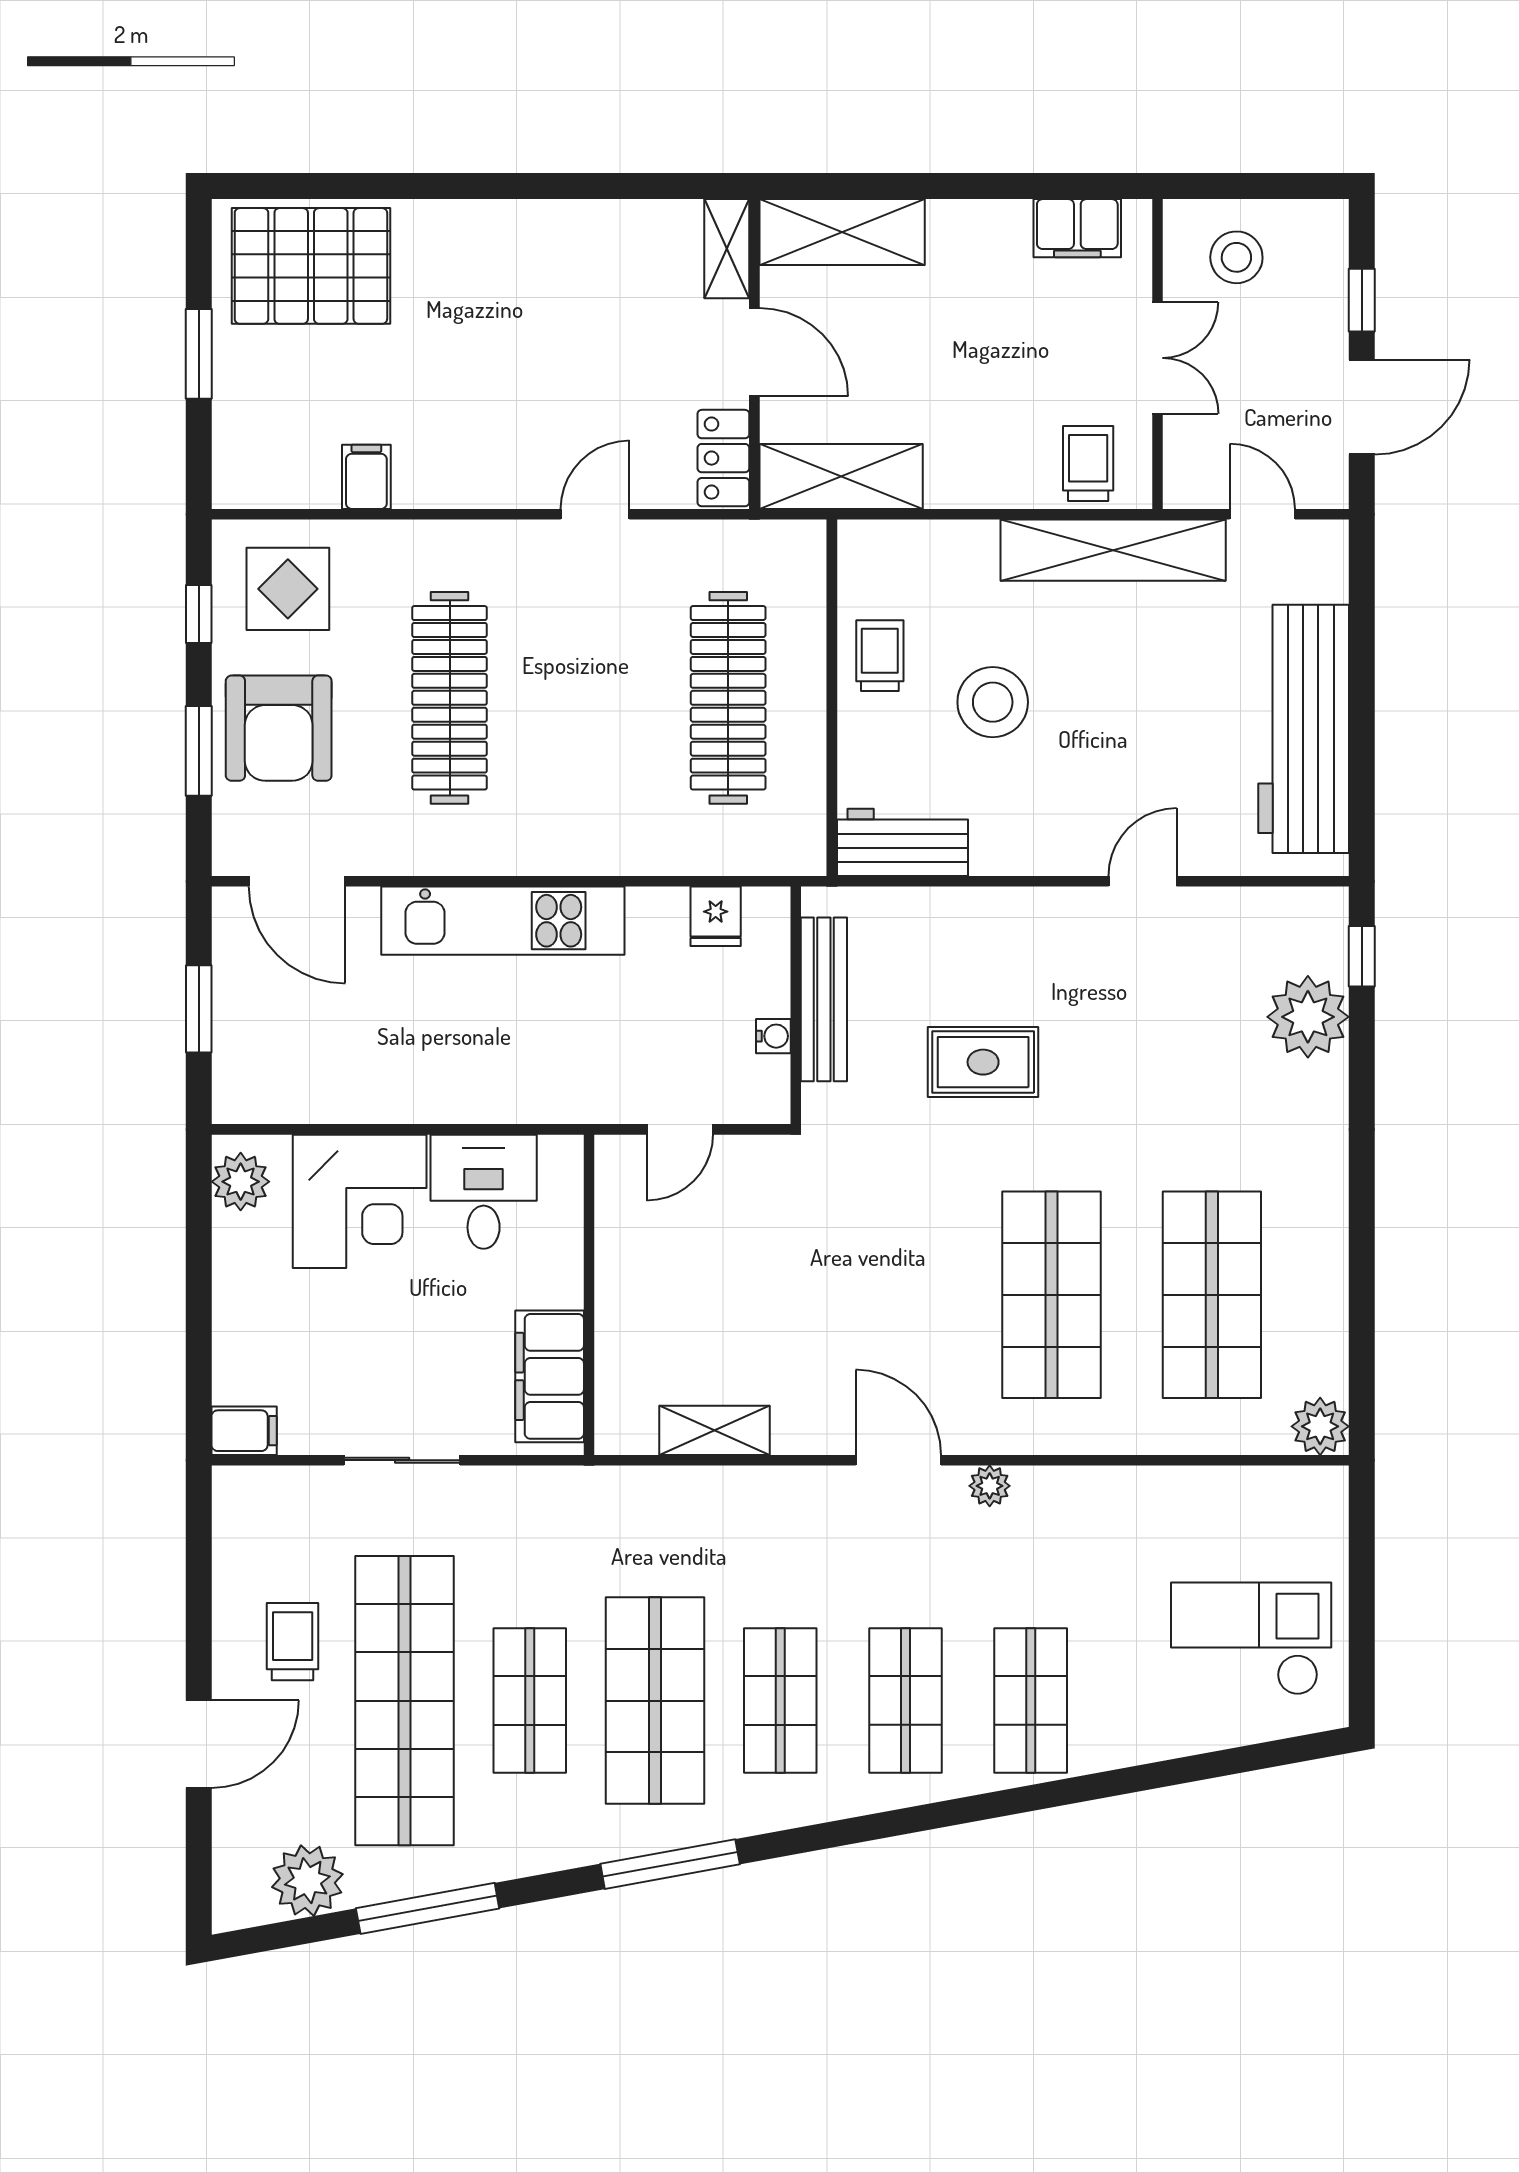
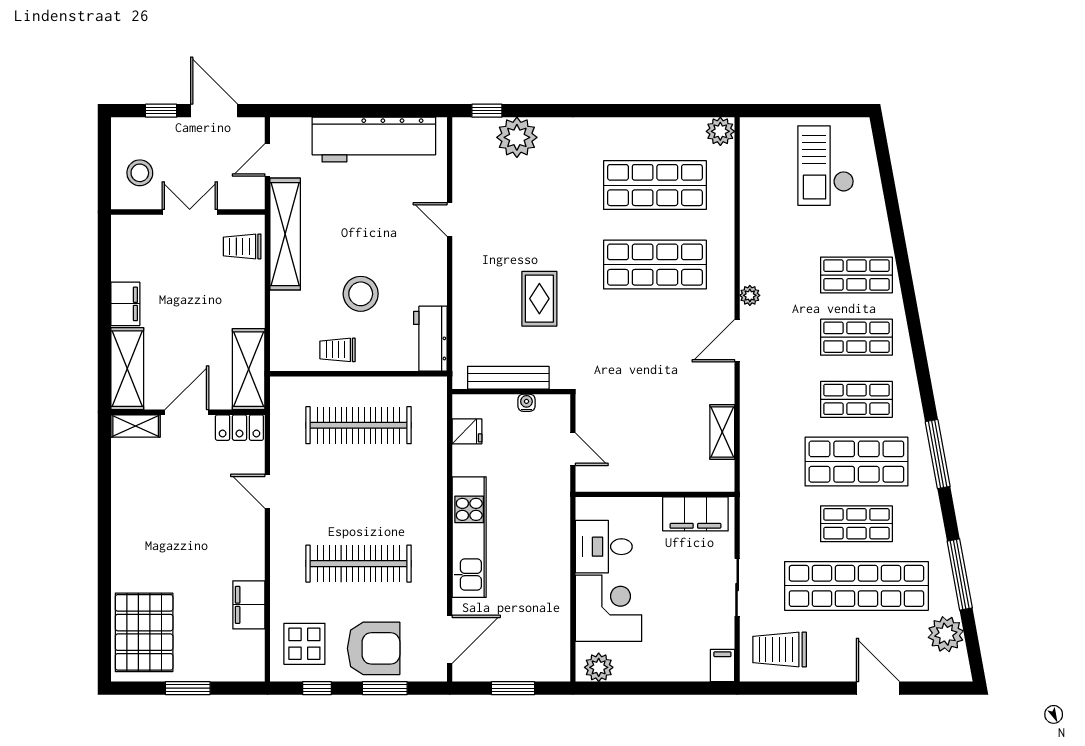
filing cabinet: (1077, 228) -> (125, 304), moved
filing cabinet: (366, 477) -> (249, 605), width x2.00
trolley: (293, 1642) -> (780, 649), moved, width x1.36, depth x1.39

